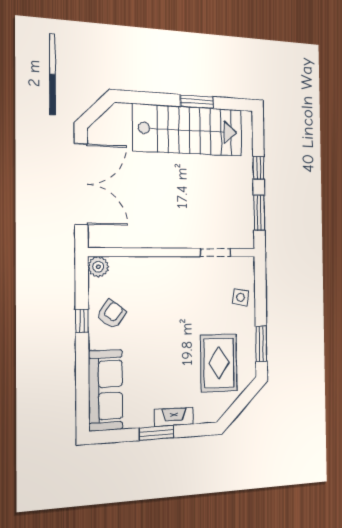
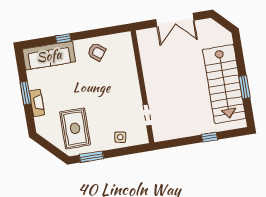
double door: (81, 184) -> (175, 20), width x0.73
window: (259, 213) -> (179, 142), removed
plant: (98, 267) -> (125, 39), removed
window: (82, 321) -> (63, 38), moved
rug: (219, 363) -> (75, 128), turned 90

